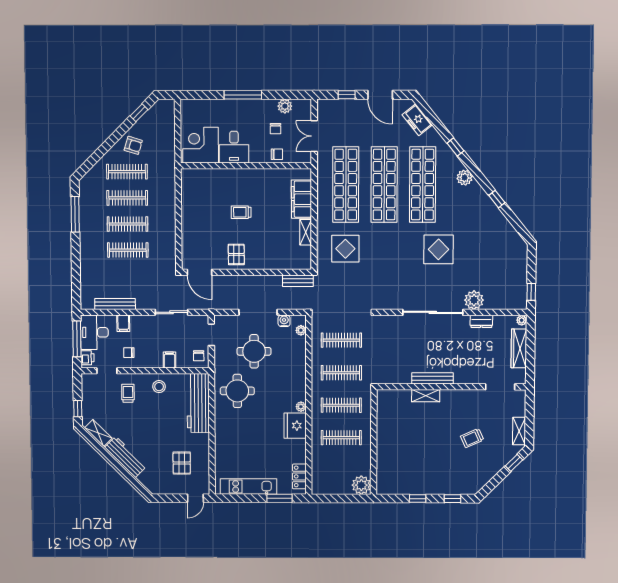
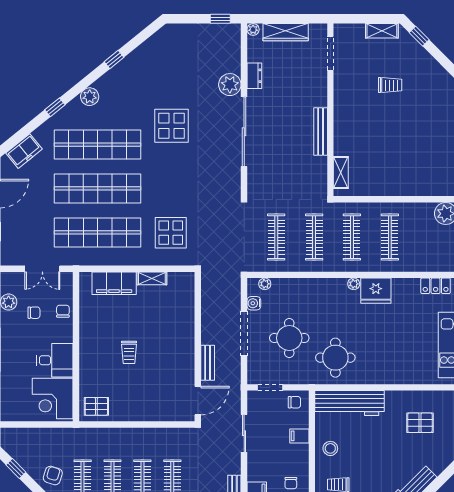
pallet: (236, 254) -> (96, 406), moved
bench: (298, 281) -> (208, 363), moved
shelving: (426, 396) -> (341, 172), moved
trolley: (472, 438) -> (390, 85), turned -66

